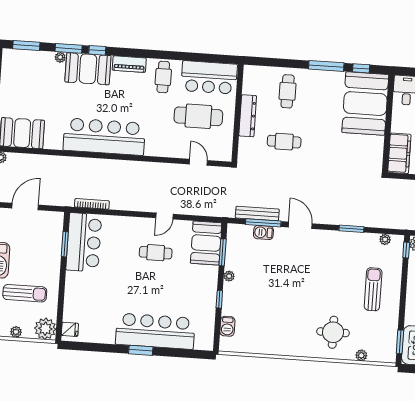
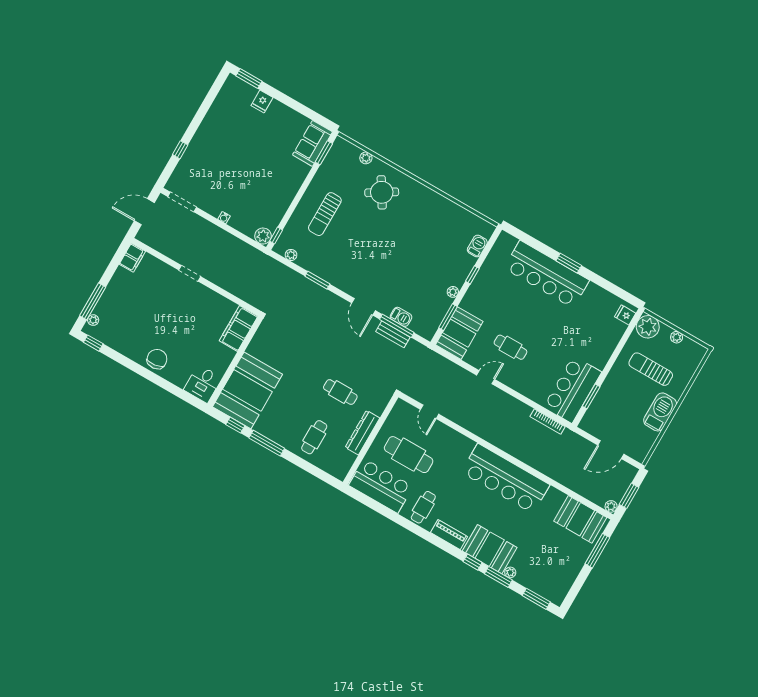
bench: (257, 214) -> (393, 334), width x0.73
round table: (333, 332) -> (382, 192), turned -32

